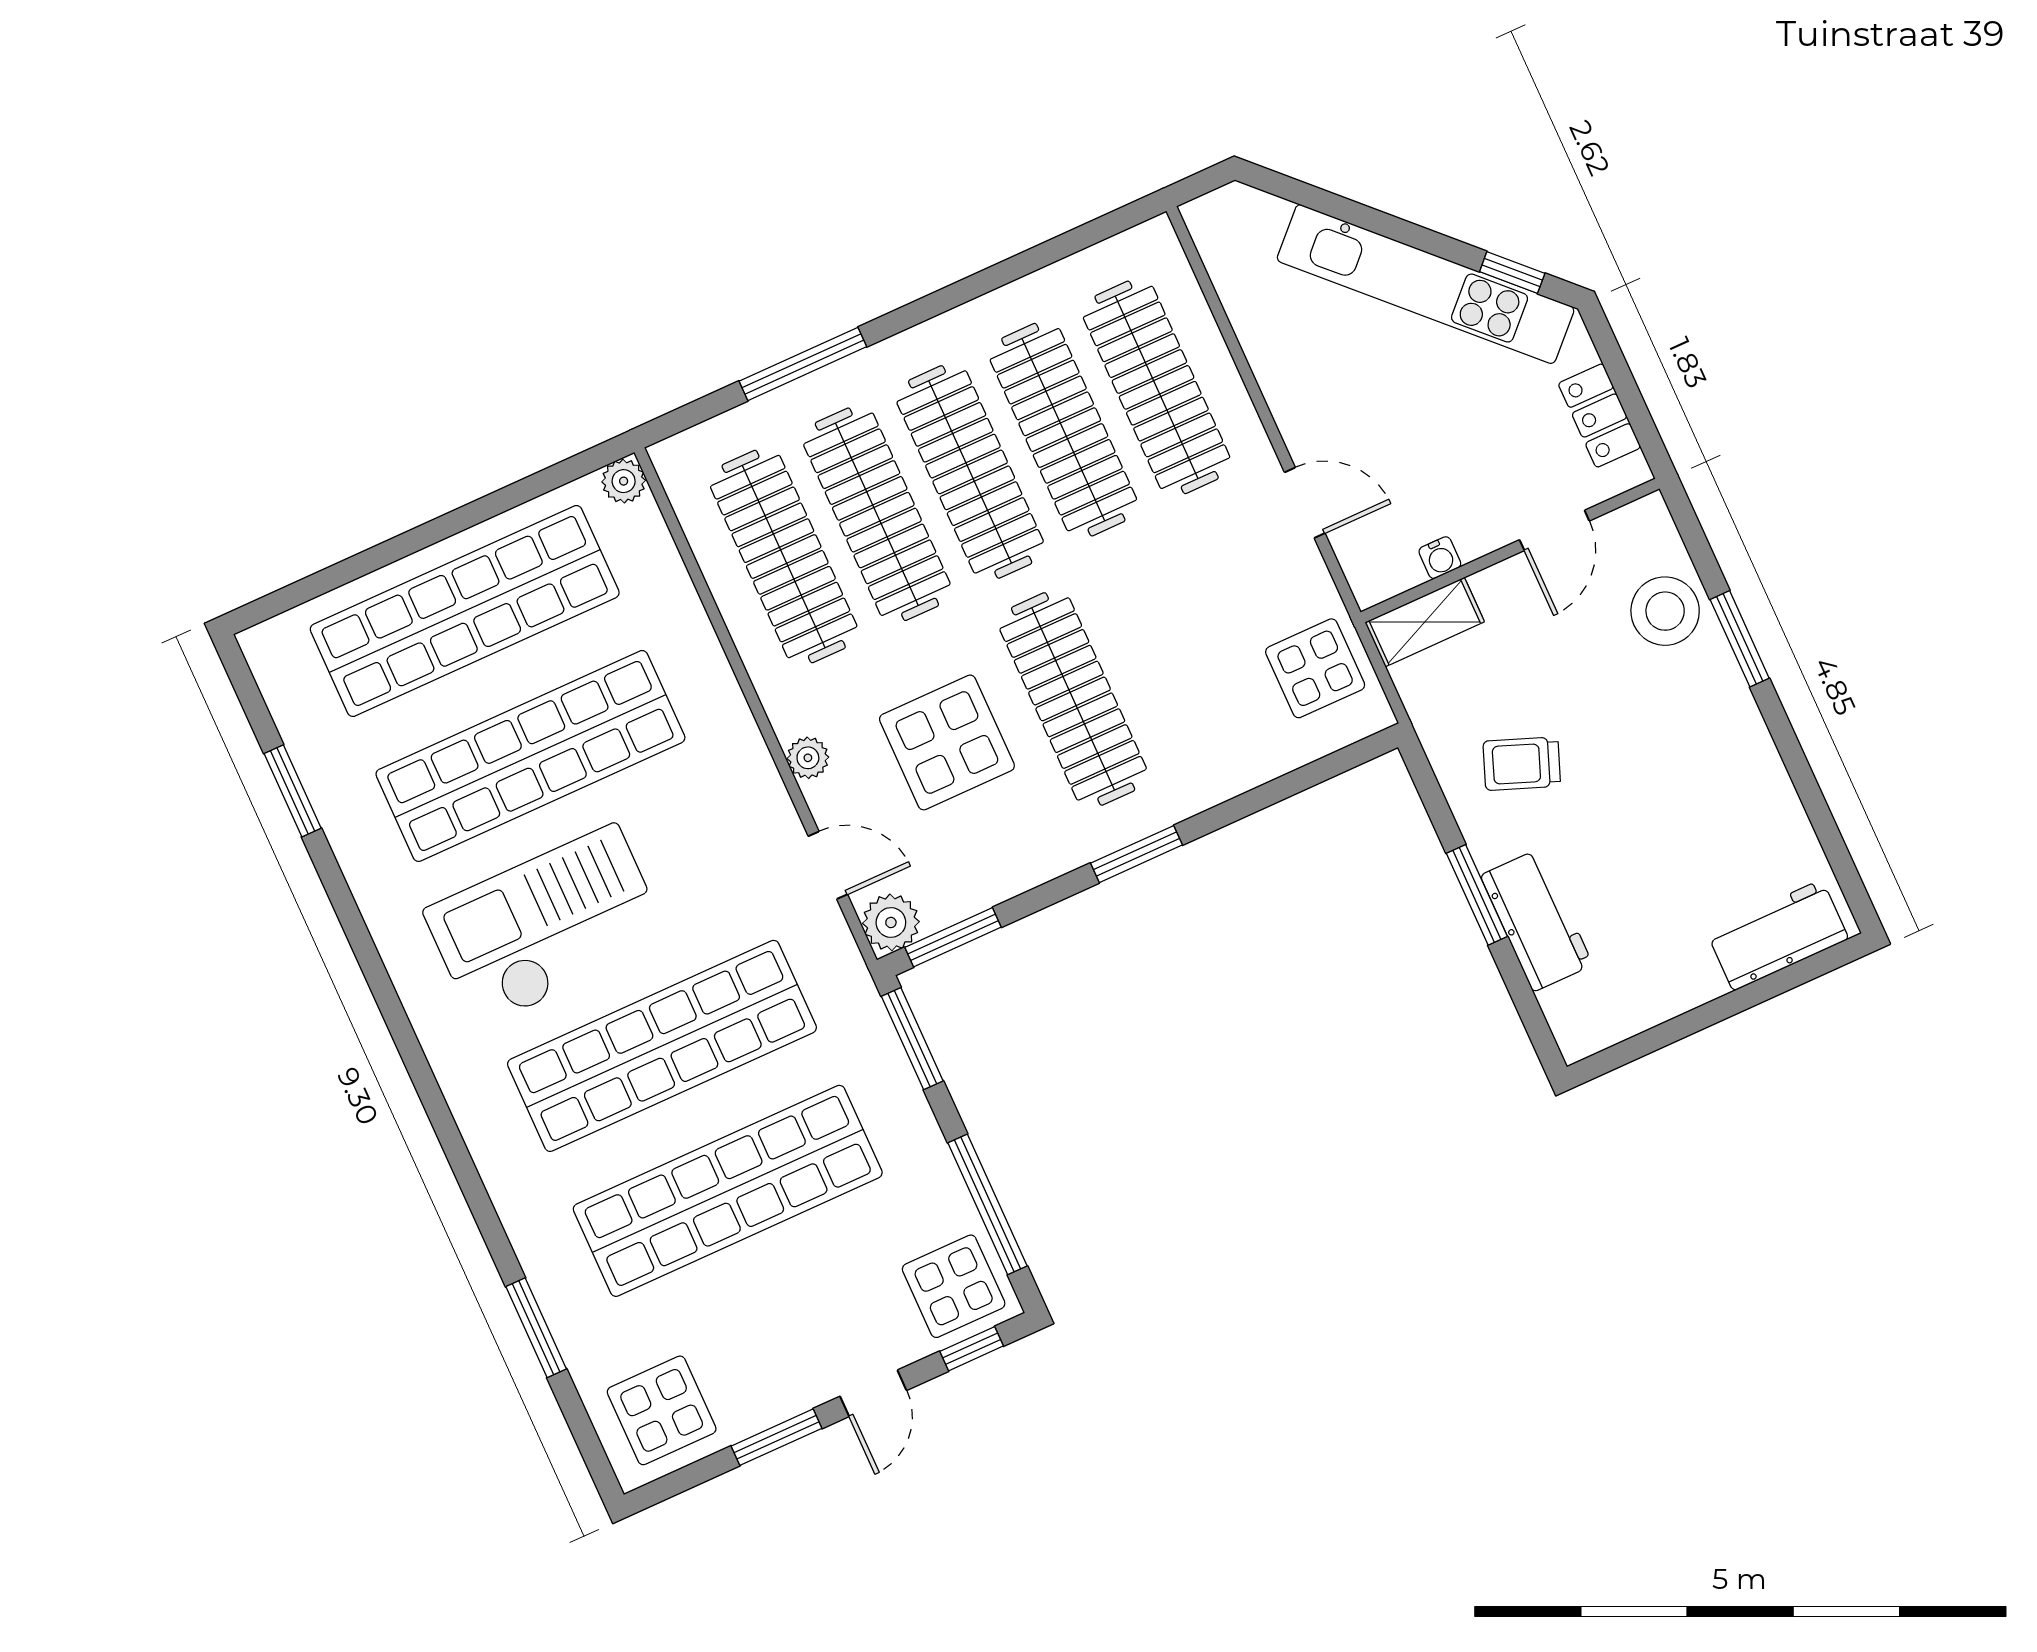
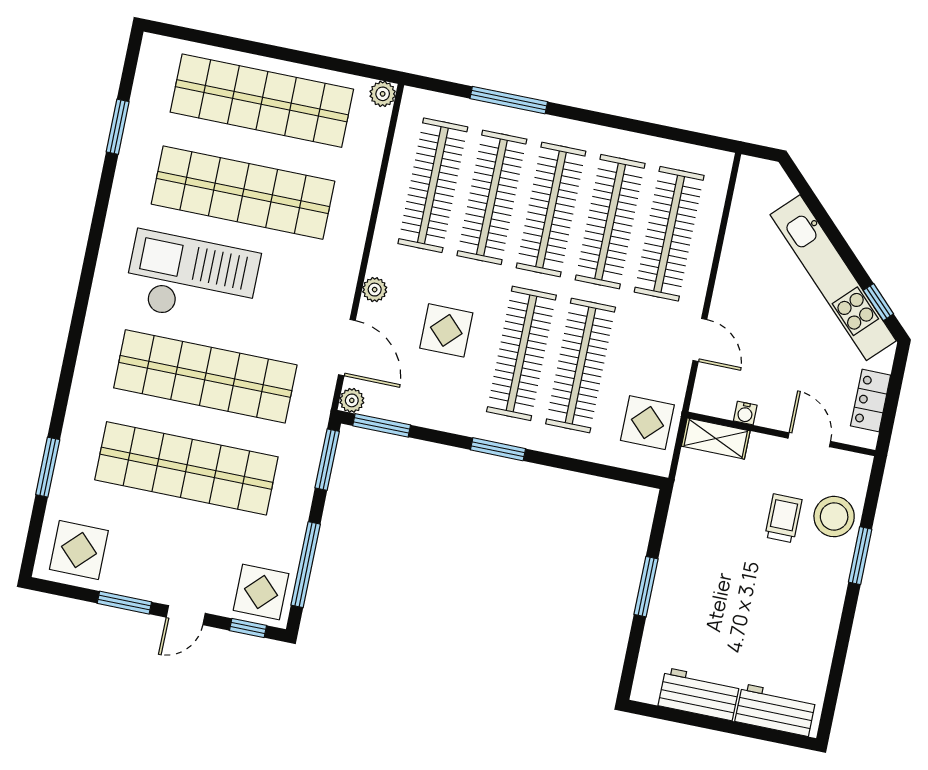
door: (1554, 530) -> (809, 440), swing flipped
clothes rail: (1166, 657) -> (581, 366), added
display table: (947, 742) -> (446, 330), width x0.73, depth x0.73
trolley: (1522, 764) -> (783, 518), moved, turned 69
door: (828, 865) -> (347, 348), width x1.37
workbench: (1537, 920) -> (699, 694), moved, turned -90
plant: (891, 922) -> (352, 400), width x0.73, depth x0.73

